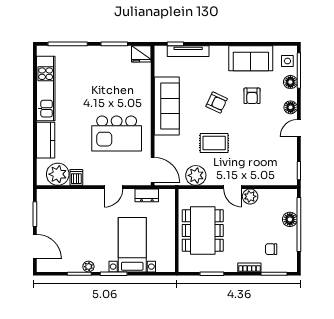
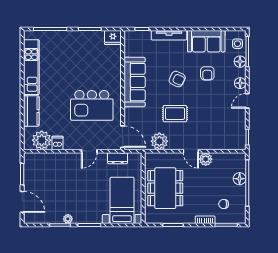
tv unit: (188, 51) -> (169, 35), moved
bed with nightstands: (132, 245) -> (122, 200), moved

